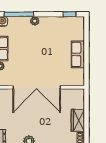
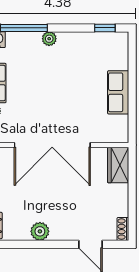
wardrobe: (78, 120) -> (118, 165), moved

